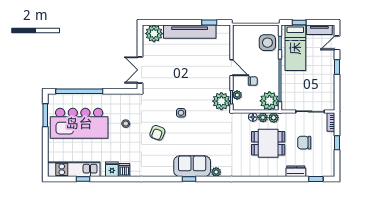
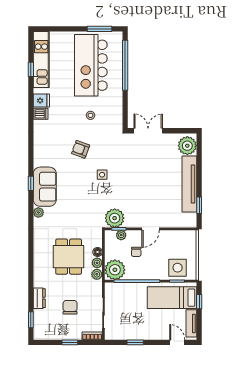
window: (337, 67) -> (135, 342), moved
dining table: (268, 143) -> (69, 257), moved

